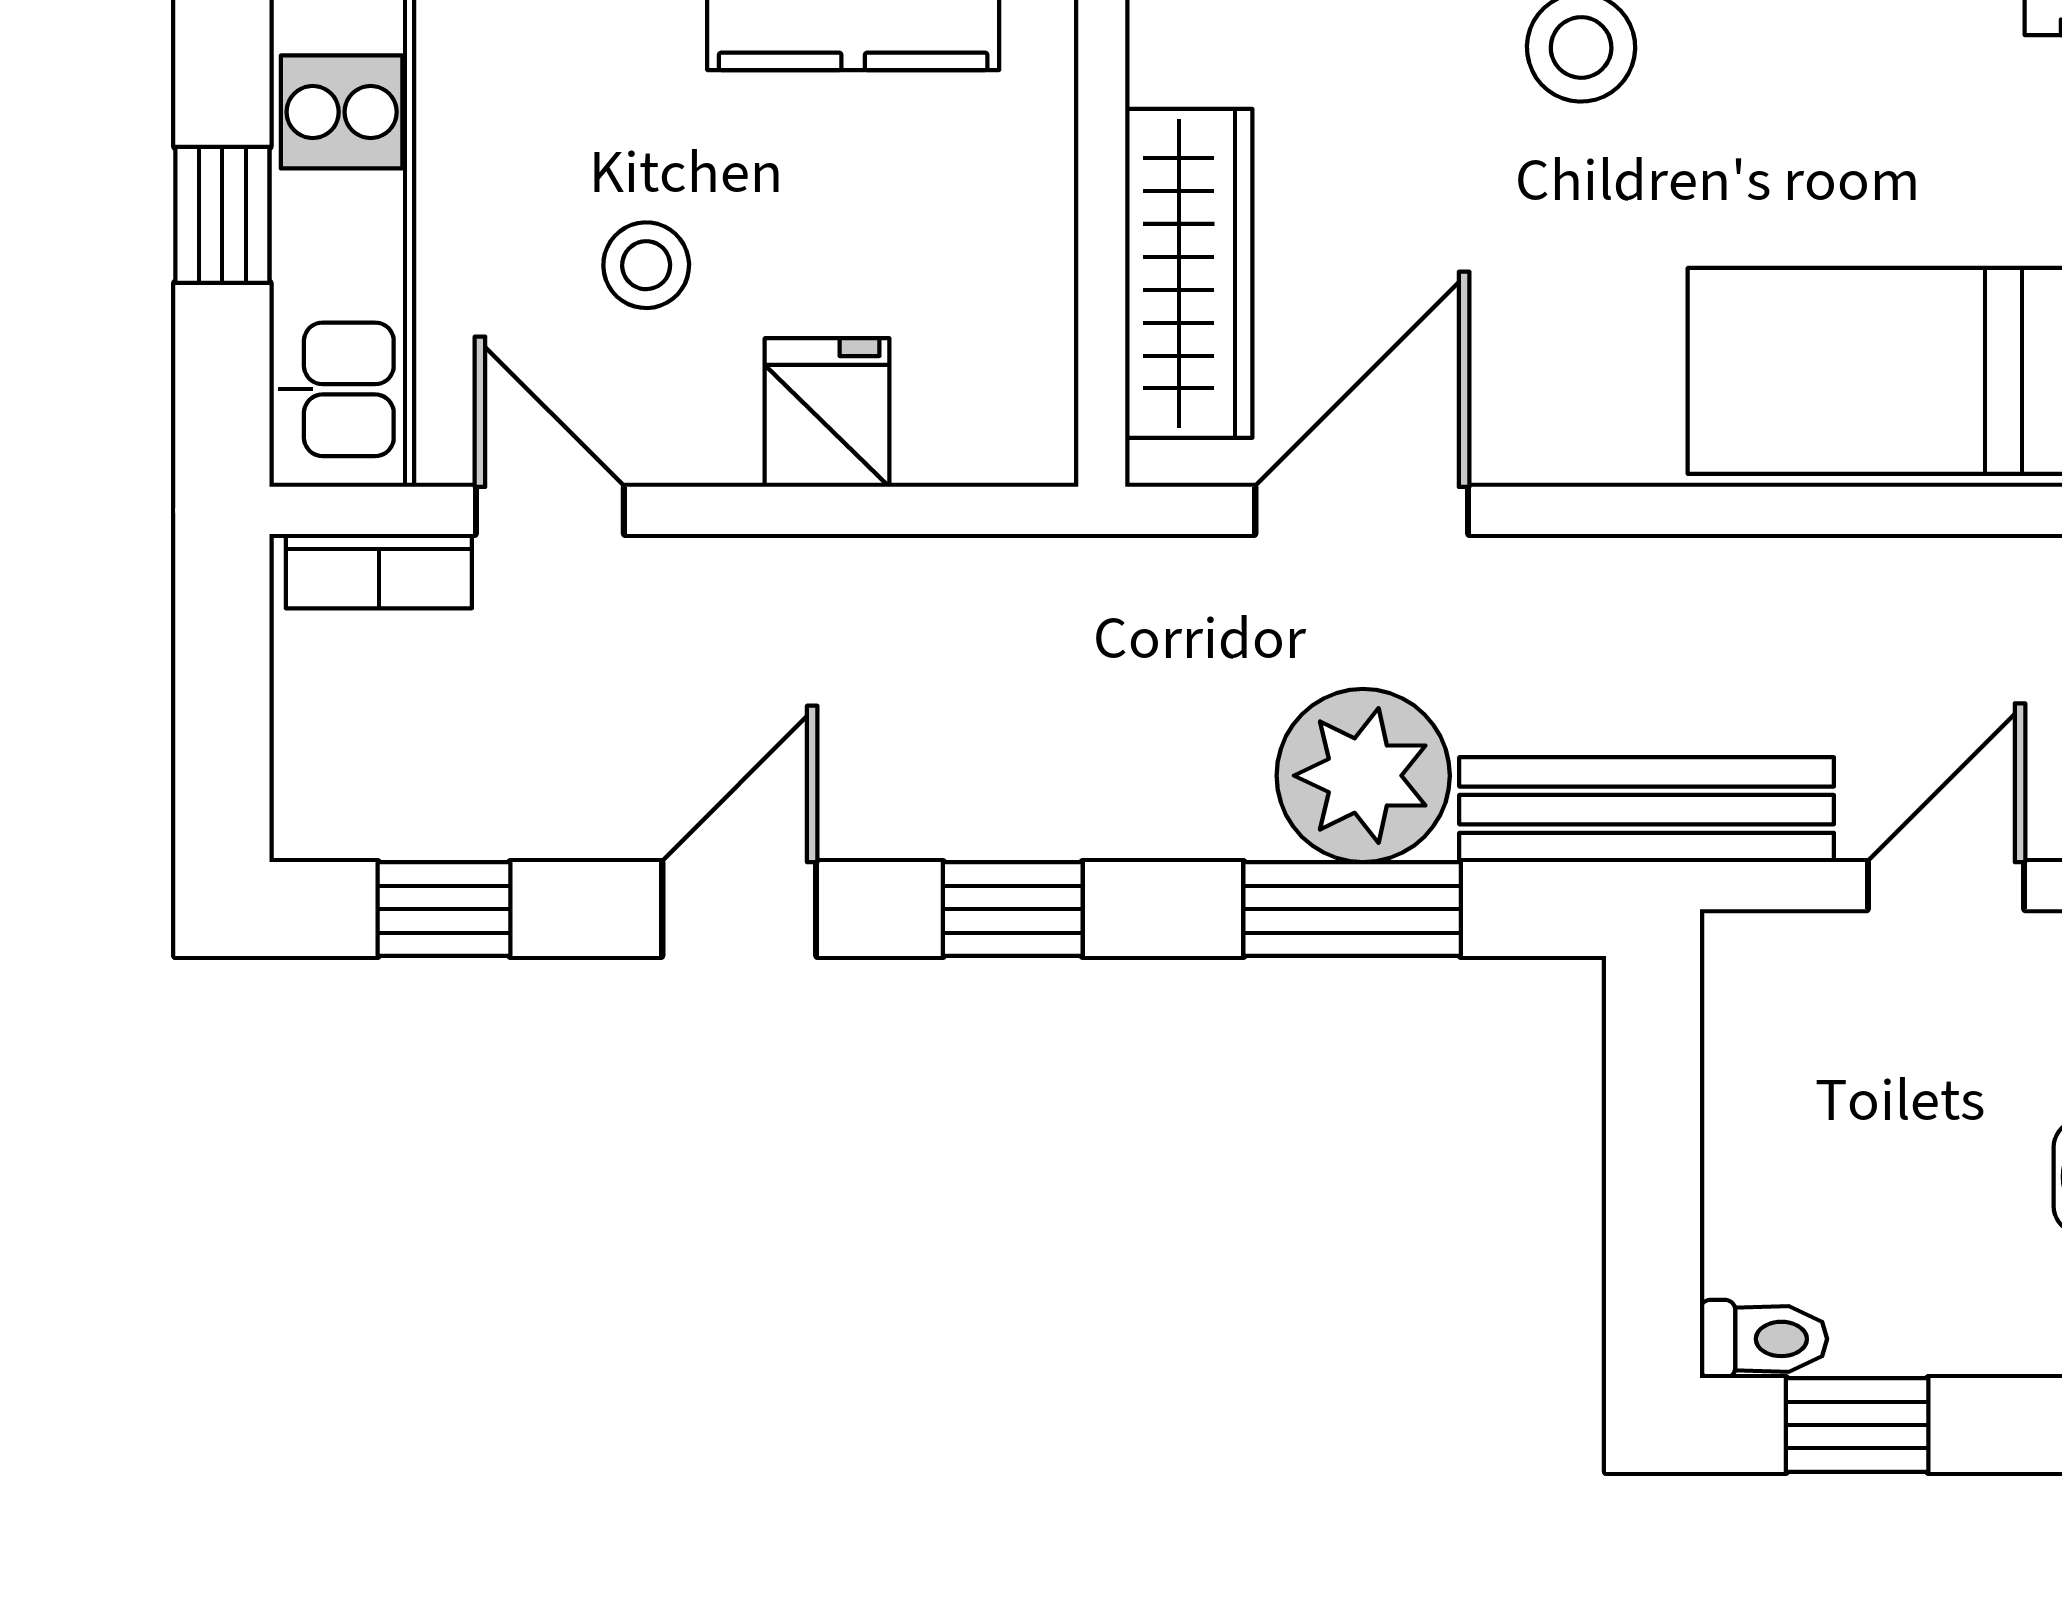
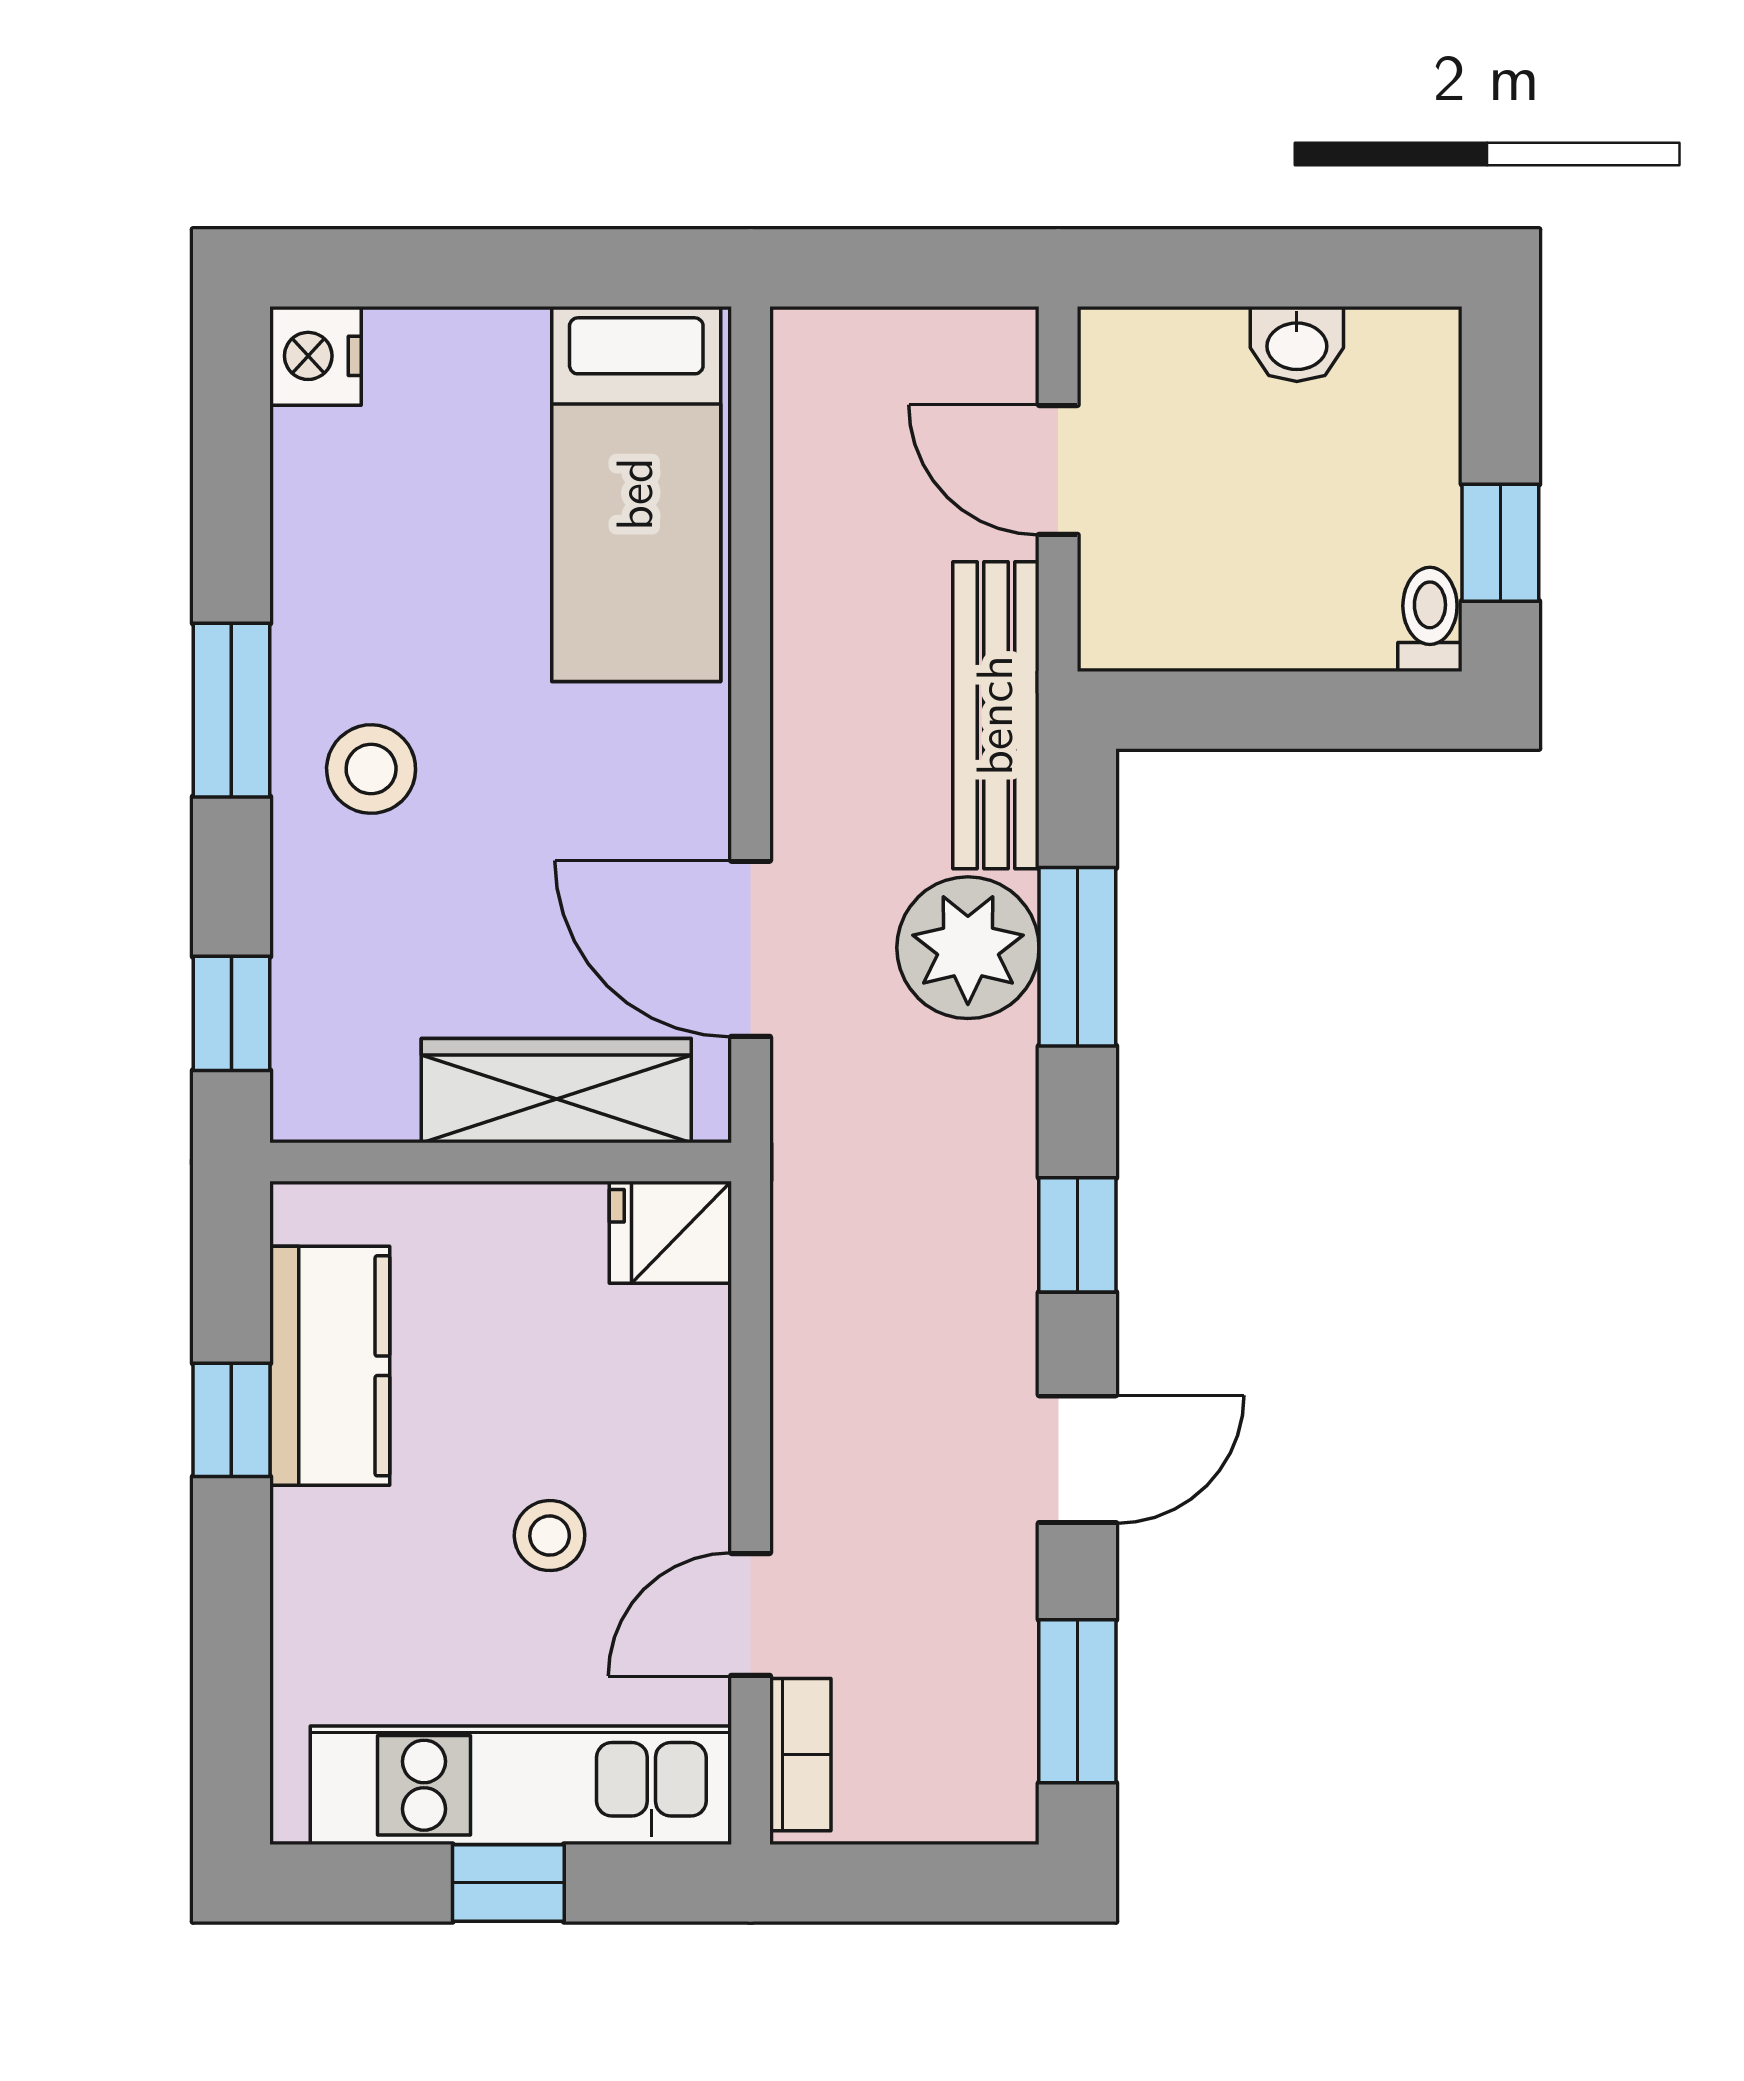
fridge: (827, 413) -> (670, 1232), moved
window: (444, 909) -> (1077, 1701), width x1.50
door: (739, 909) -> (1077, 1459), swing flipped

